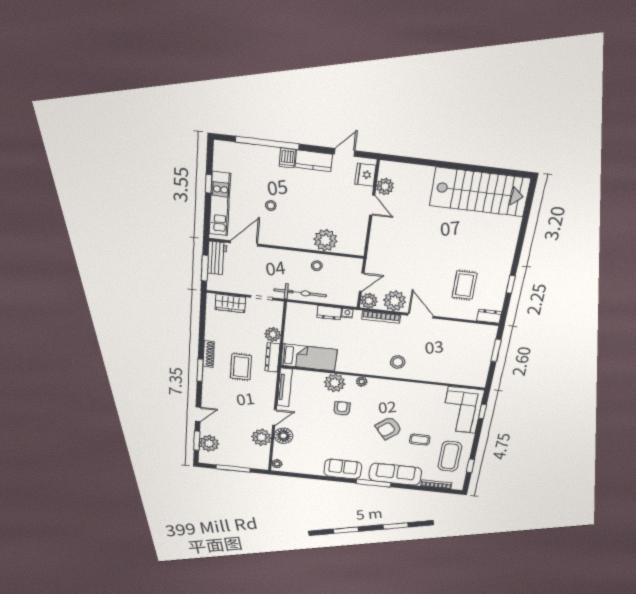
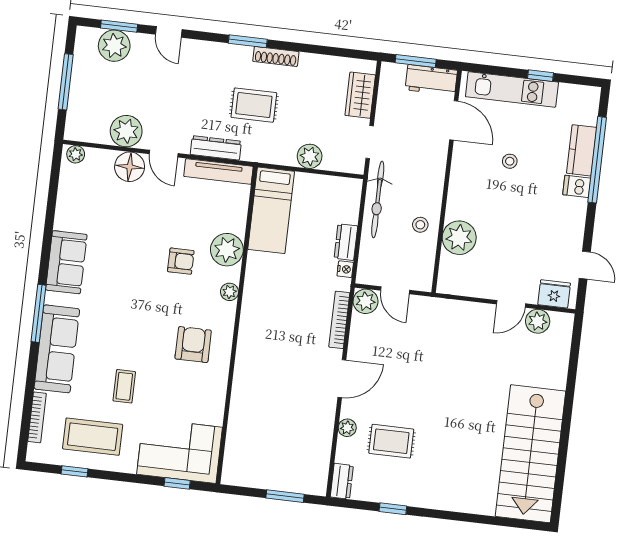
kitchen counter: (314, 161) -> (582, 150), moved
plant: (395, 301) -> (347, 428), moved, width x0.53, depth x0.53
dresser: (272, 357) -> (216, 148), moved
stool: (398, 362) -> (264, 347), removed
armchair: (389, 428) -> (193, 345), moved, turned 40

